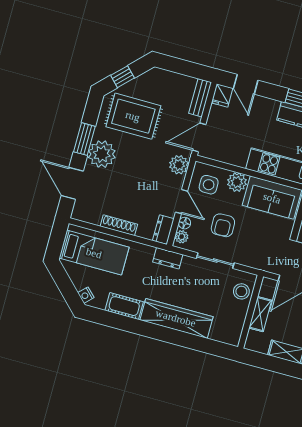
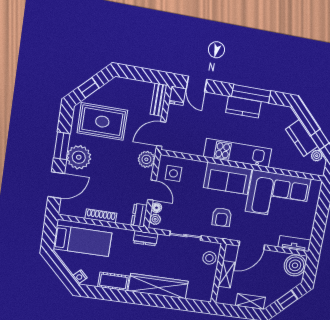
plant: (237, 182) -> (197, 169), removed
door: (72, 183) -> (56, 185), swing flipped
armchair: (223, 225) -> (222, 217), moved

